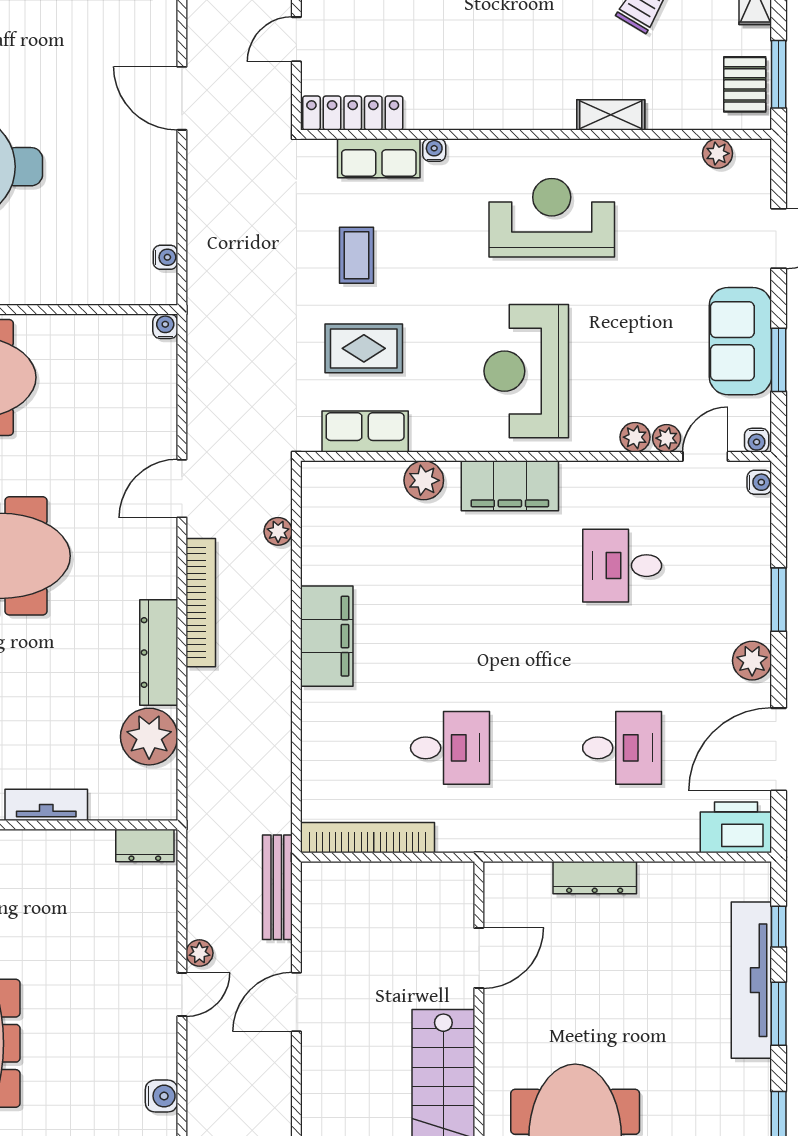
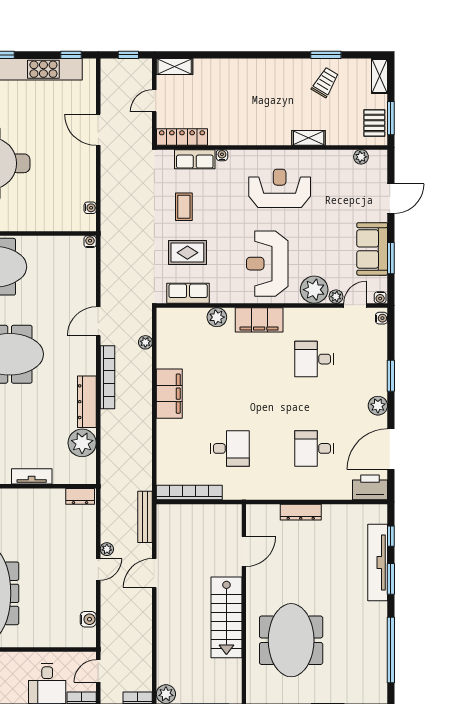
plant: (635, 437) -> (314, 290), width x1.88, depth x1.88
desk: (622, 748) -> (314, 448), turned 180

